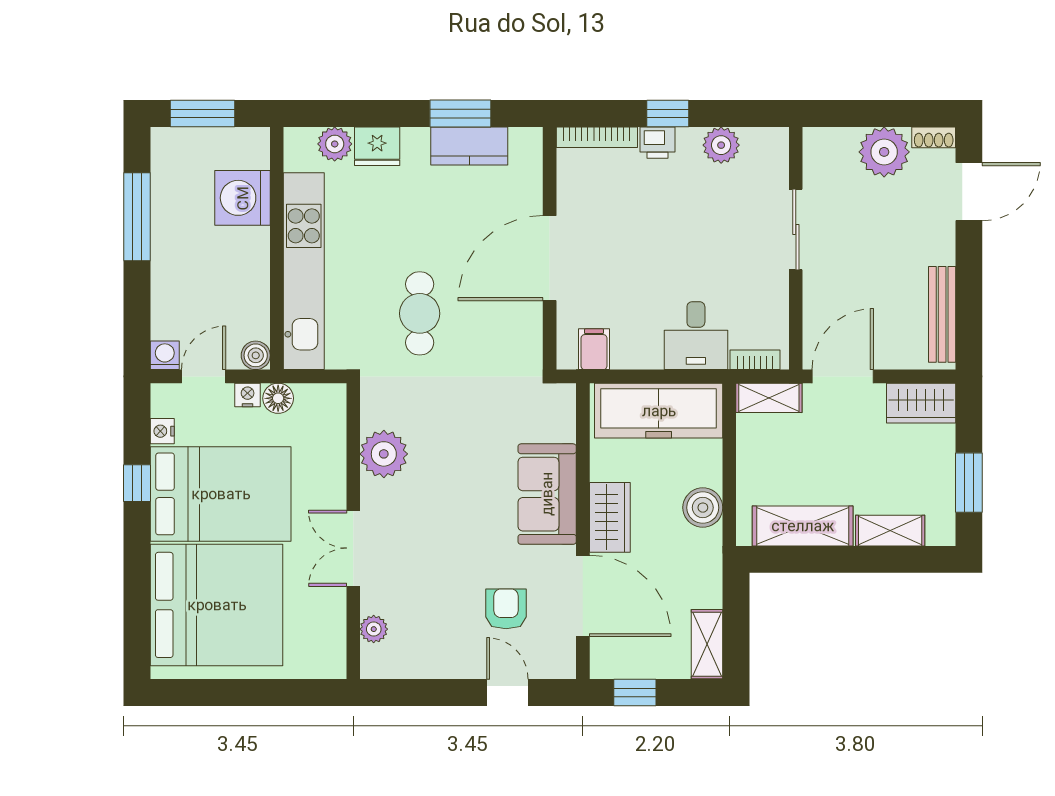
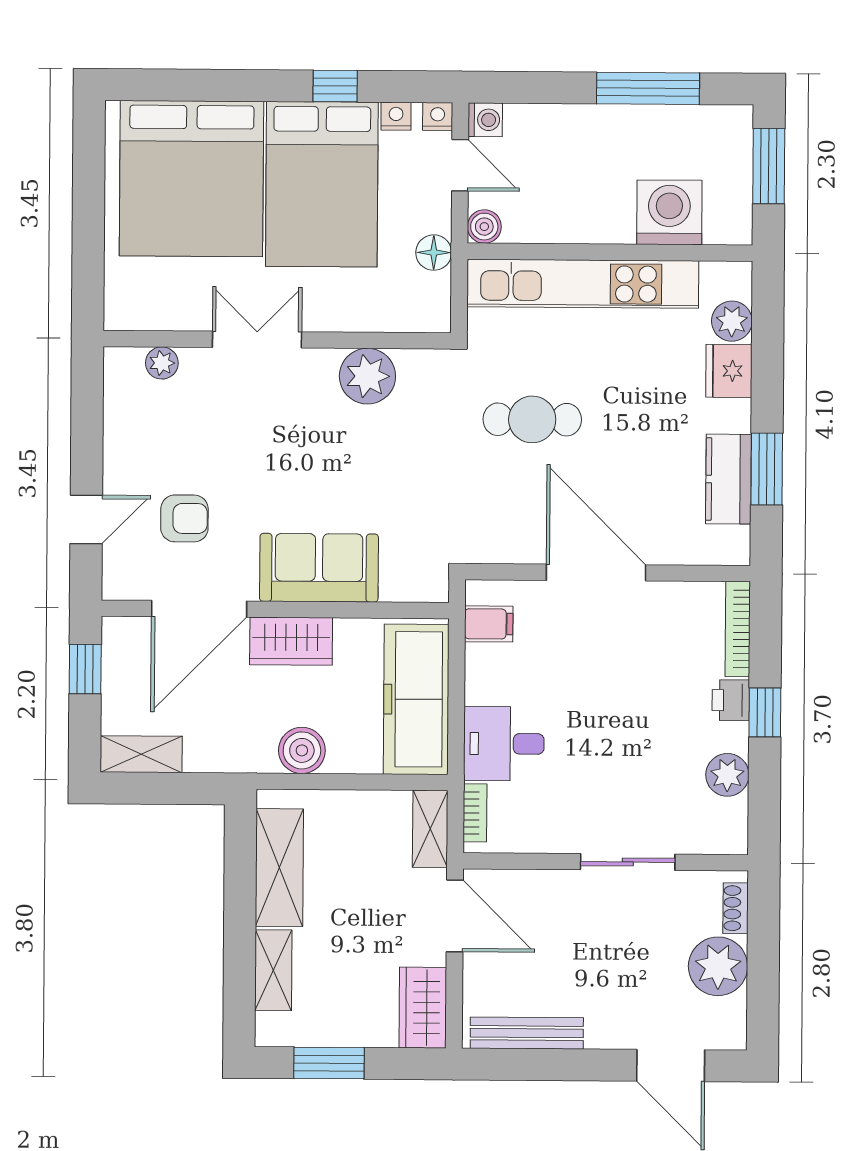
shoe rack: (934, 137) -> (736, 908), moved
nightstand: (248, 395) -> (438, 117), moved, turned -90

